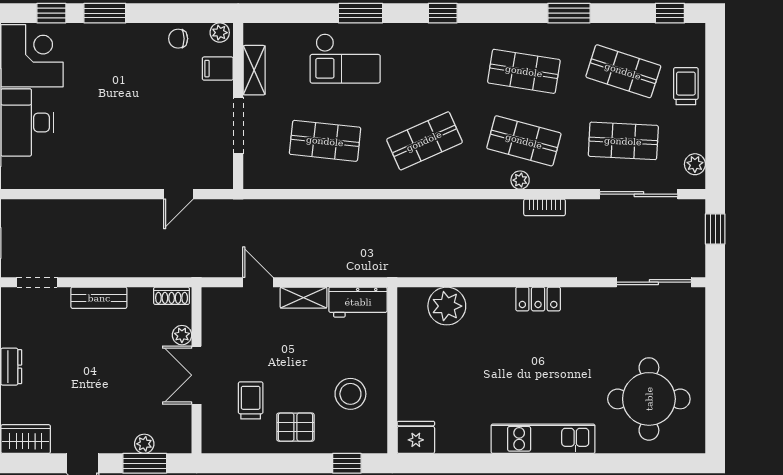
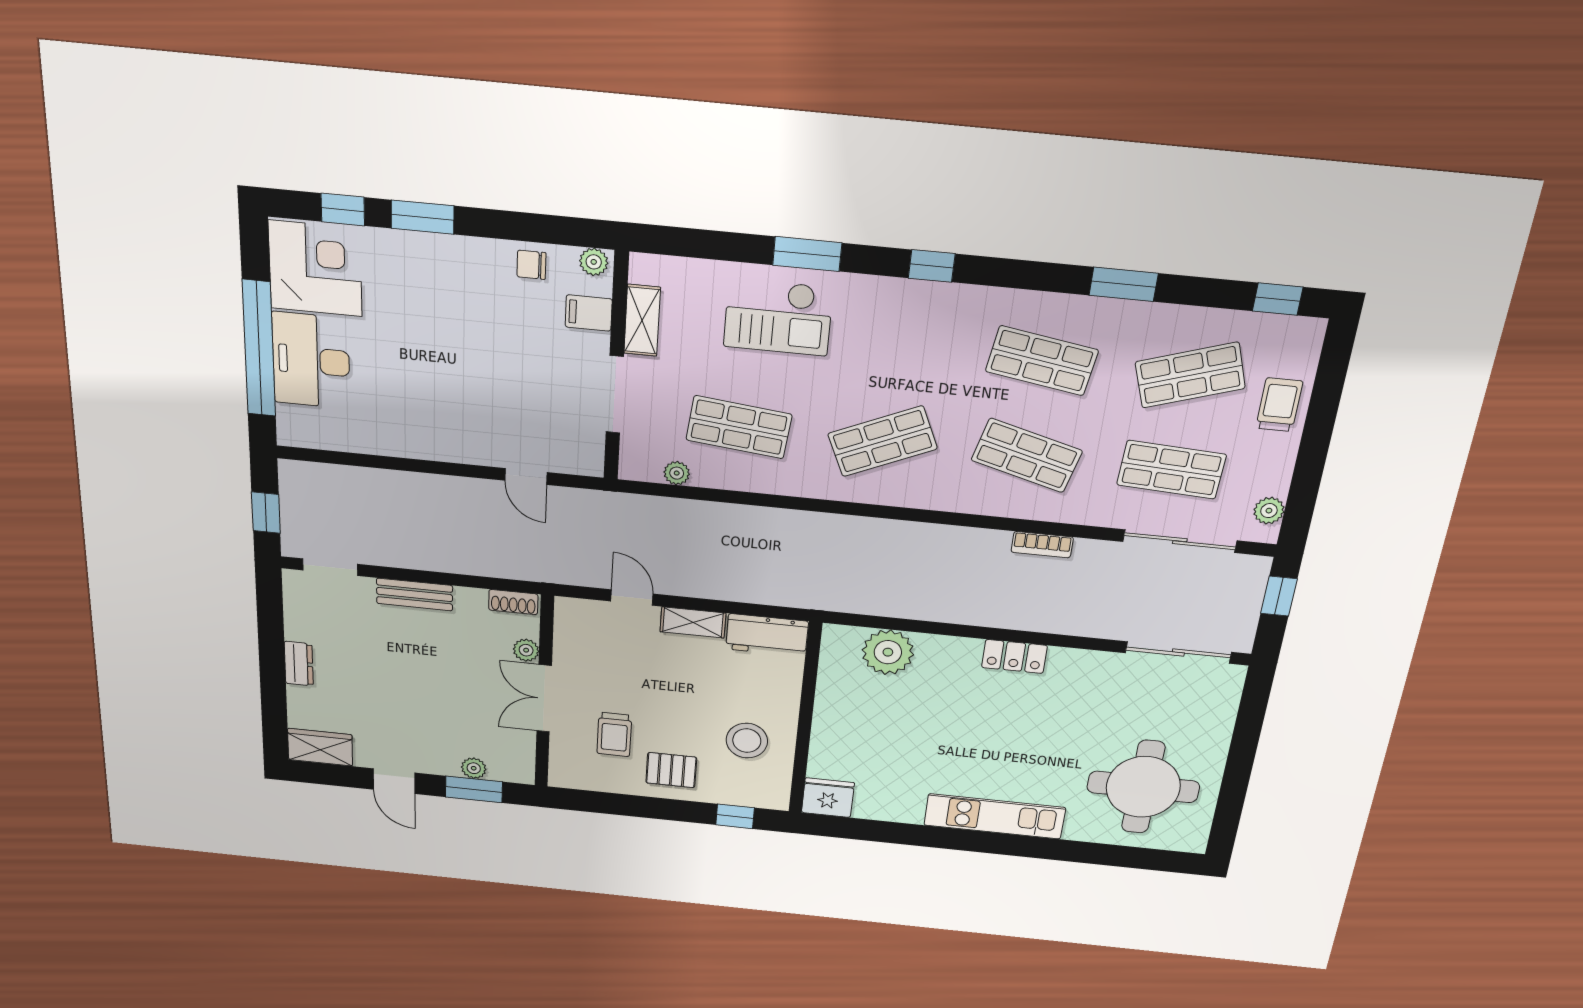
shop shelf: (623, 71) -> (1190, 375), turned -36
plant: (520, 180) -> (677, 473), moved
door: (178, 194) -> (526, 476), hinge flipped
trolley: (251, 400) -> (614, 734), turned 180

